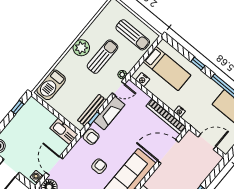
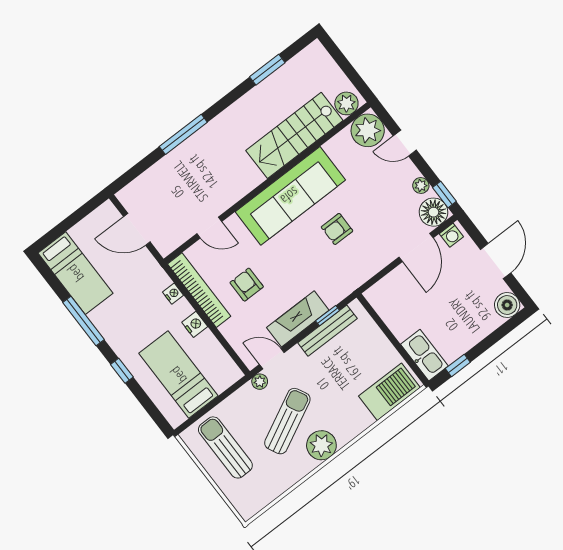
sun lounger: (103, 57) -> (287, 421), turned 153
nightstand: (143, 80) -> (195, 324), moved
kitchen sink: (64, 131) -> (424, 355), moved
armchair: (91, 137) -> (247, 285), moved
door: (168, 151) -> (209, 228), width x0.53

